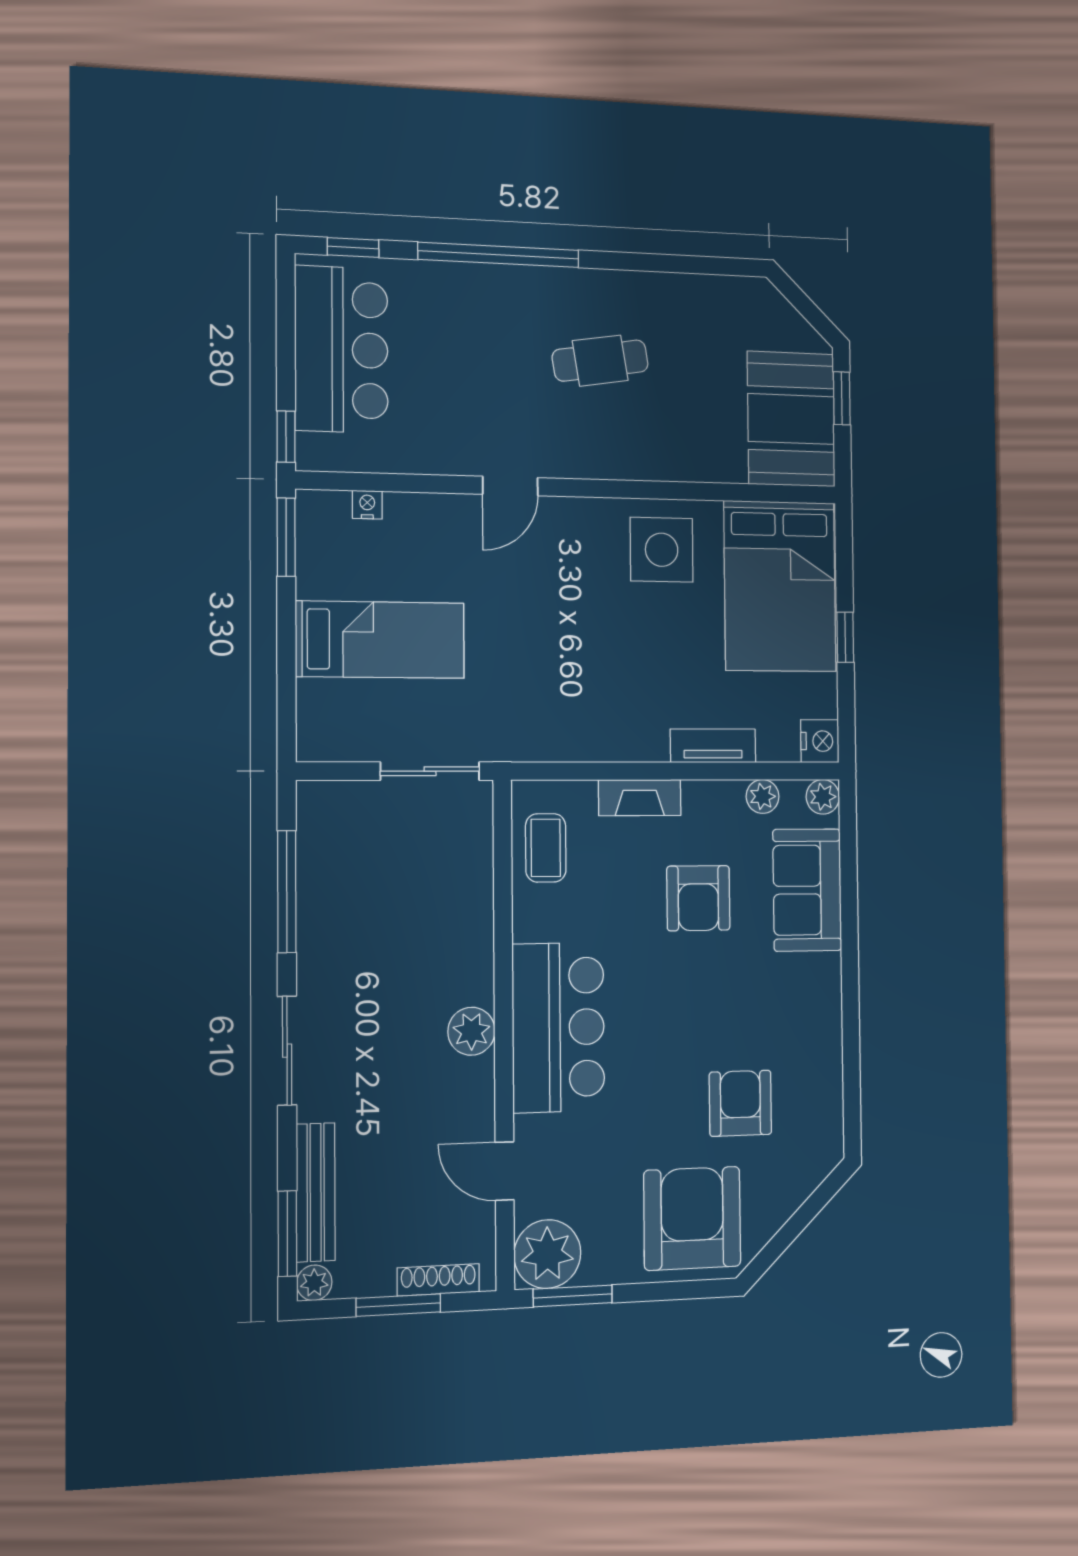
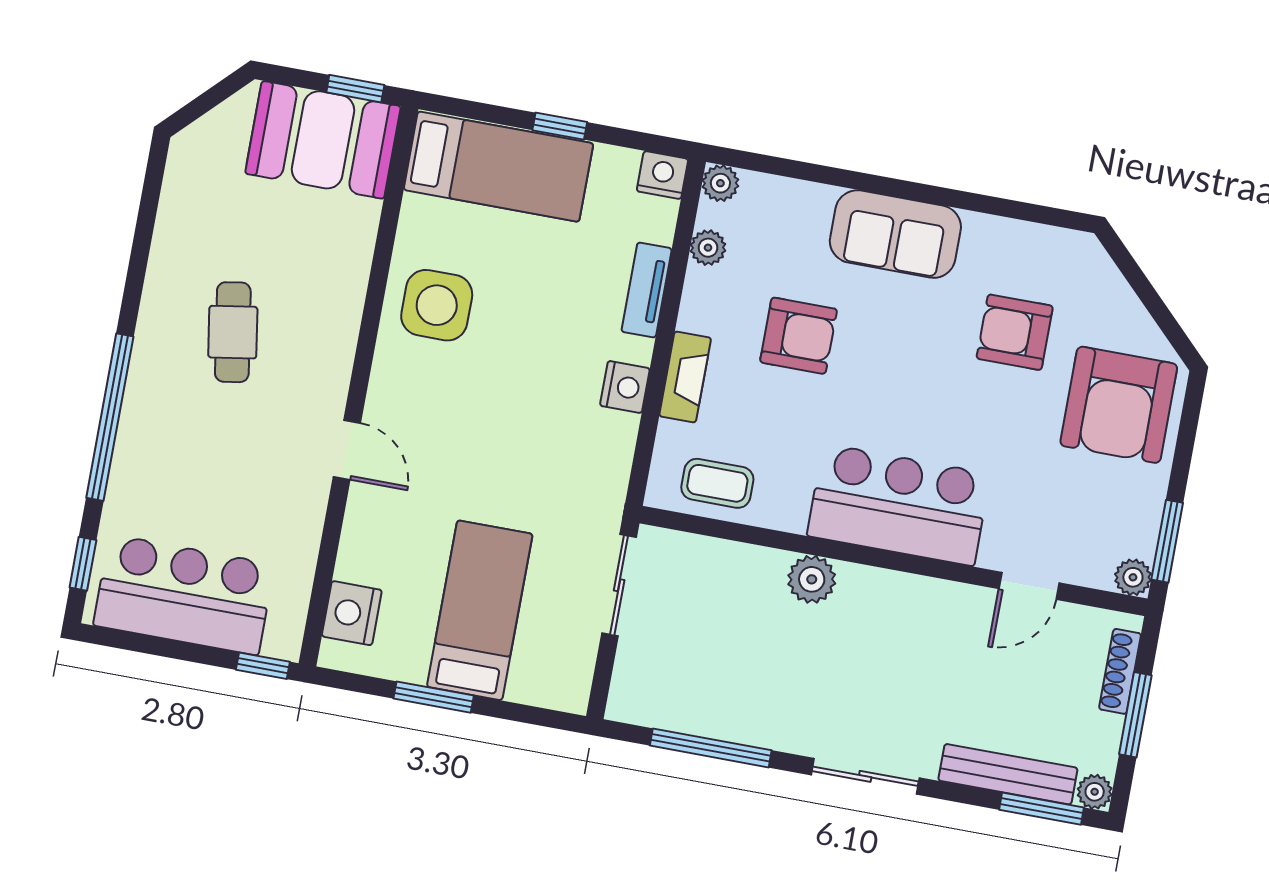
window: (842, 398) -> (355, 89), moved
nightstand: (367, 505) -> (352, 613), width x1.89, depth x1.79
window: (286, 537) -> (434, 697), moved
bed: (780, 586) -> (498, 167), width x0.67
nightstand: (620, 742) -> (625, 387), added
sofa: (807, 890) -> (895, 234), moved
plant: (471, 1031) -> (812, 579), moved
armchair: (692, 1218) -> (1119, 405), turned -90
plant: (547, 1254) -> (1133, 577), width x0.53, depth x0.53

